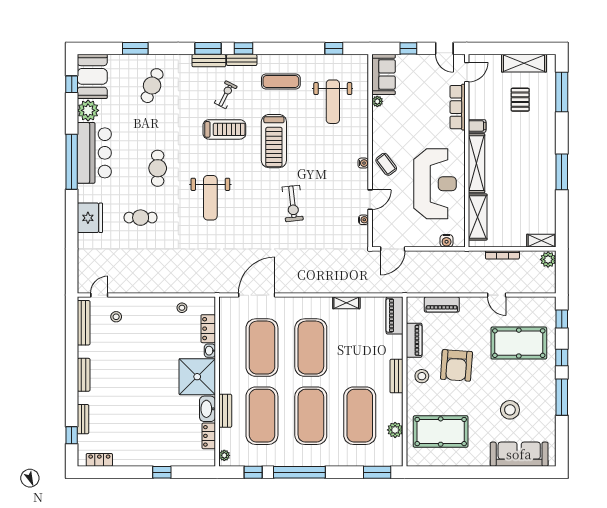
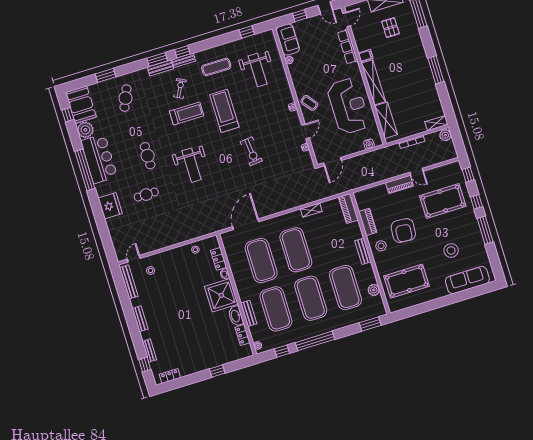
treadmill: (274, 141) -> (224, 111), turned 180
piano: (442, 304) -> (399, 184), moved

